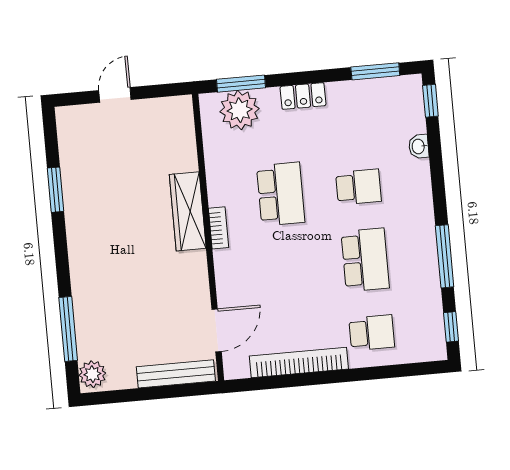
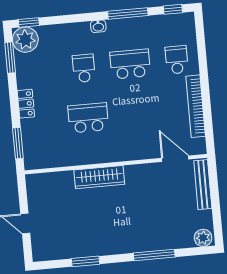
plant: (240, 110) -> (25, 40), moved
washbasin: (419, 146) -> (98, 26), moved
bookcase: (219, 228) -> (110, 157), removed
window: (68, 329) -> (154, 255), moved

